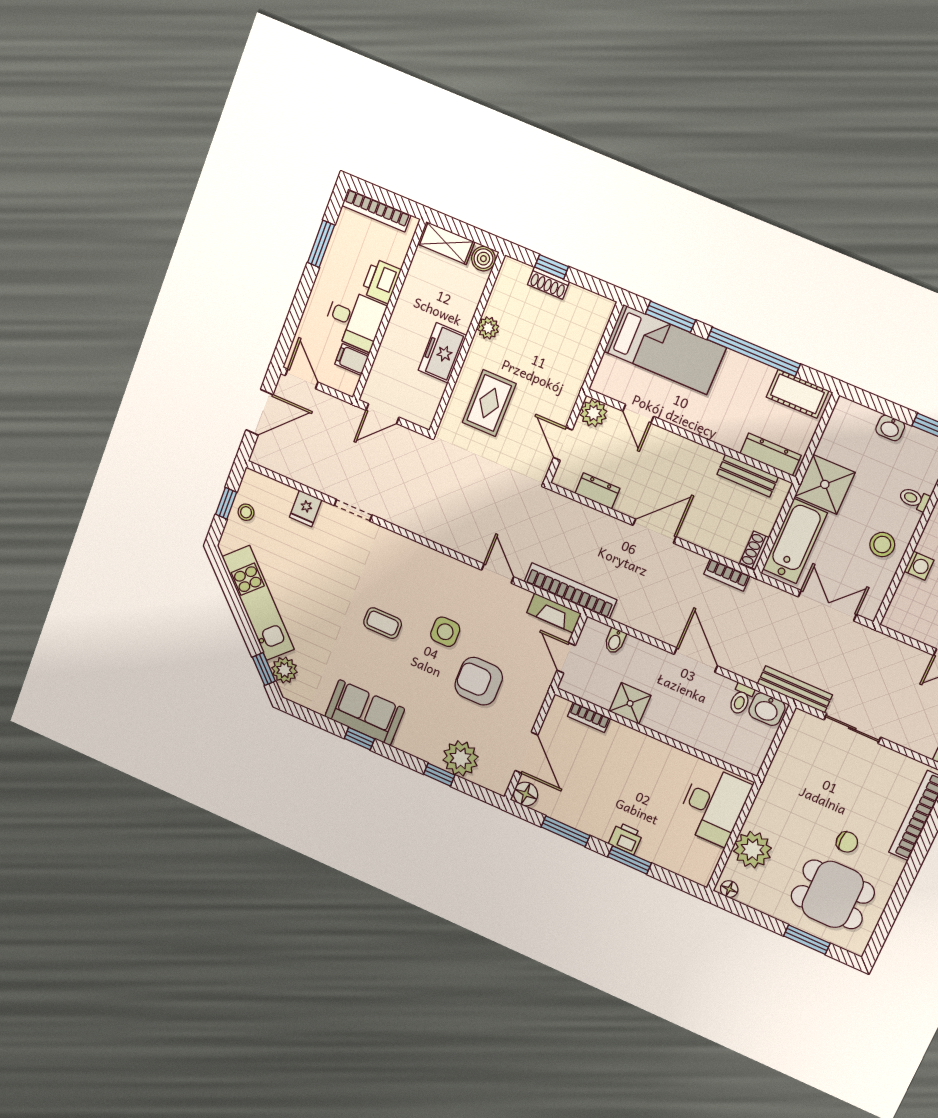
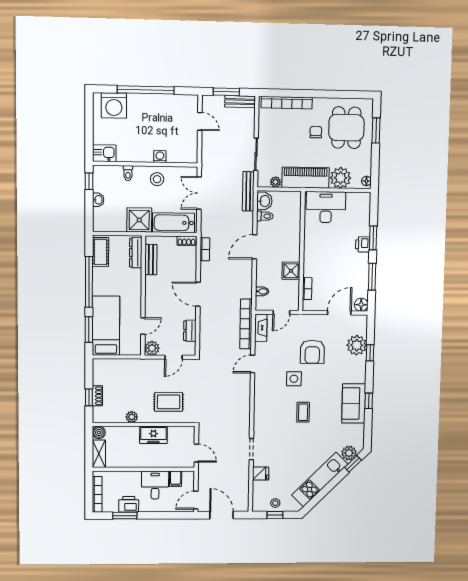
printer: (381, 281) -> (129, 504), moved, turned 180
plant: (791, 741) -> (276, 182), added
piano: (777, 793) -> (306, 178), added

